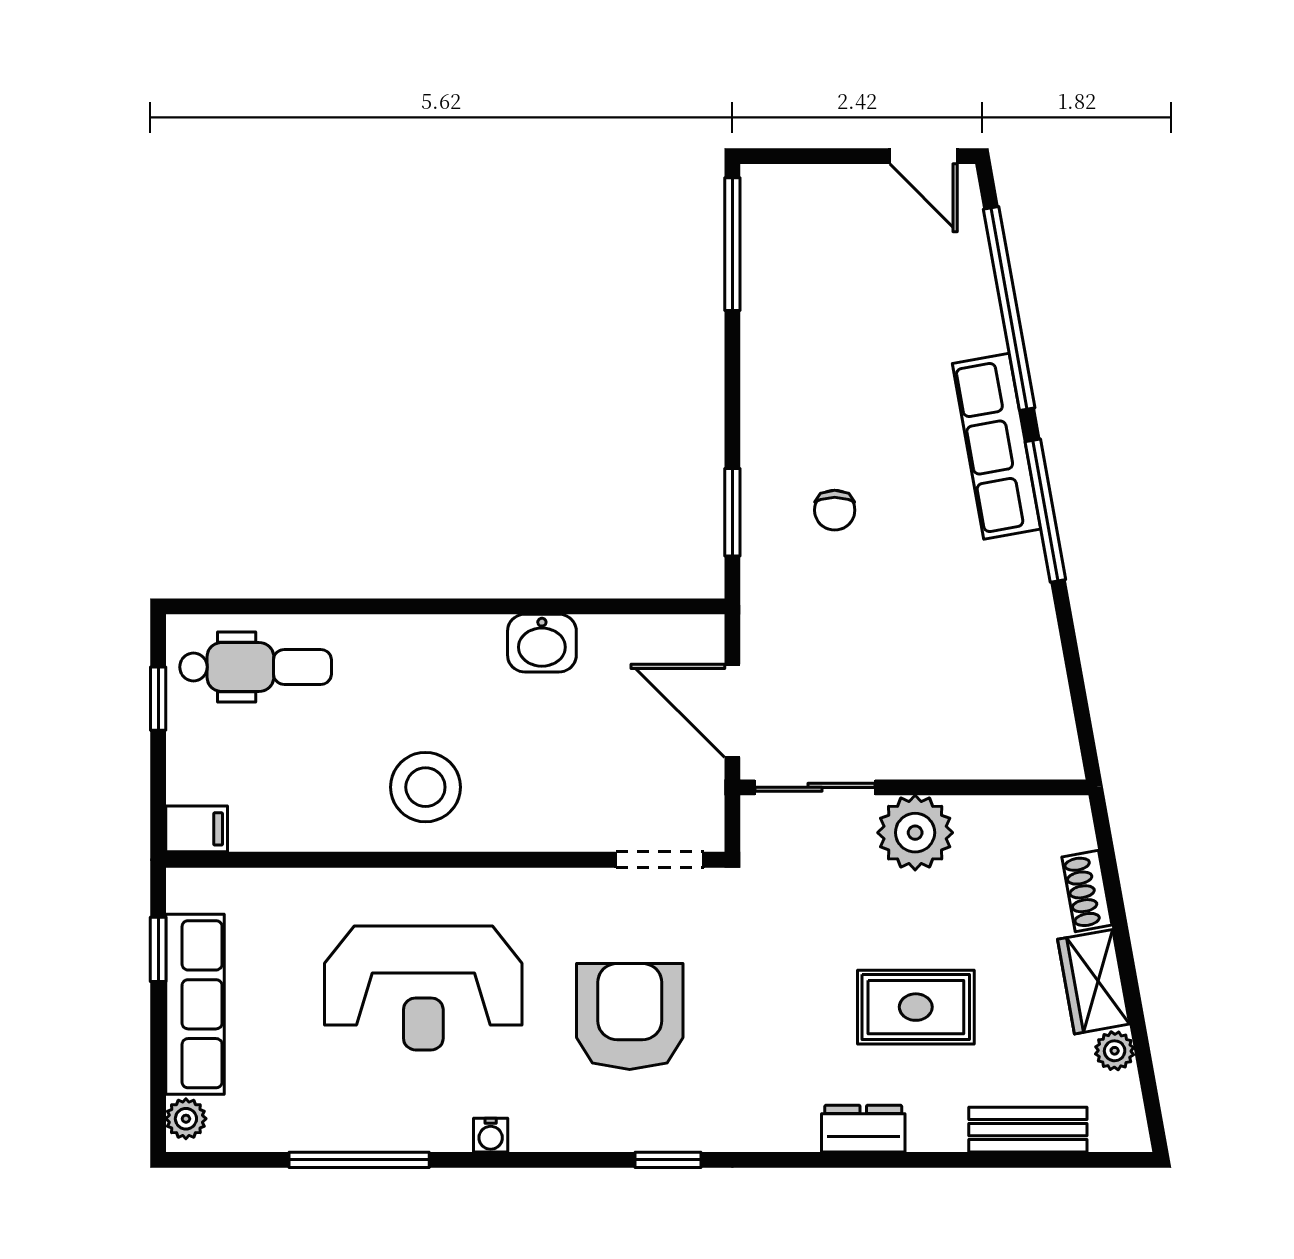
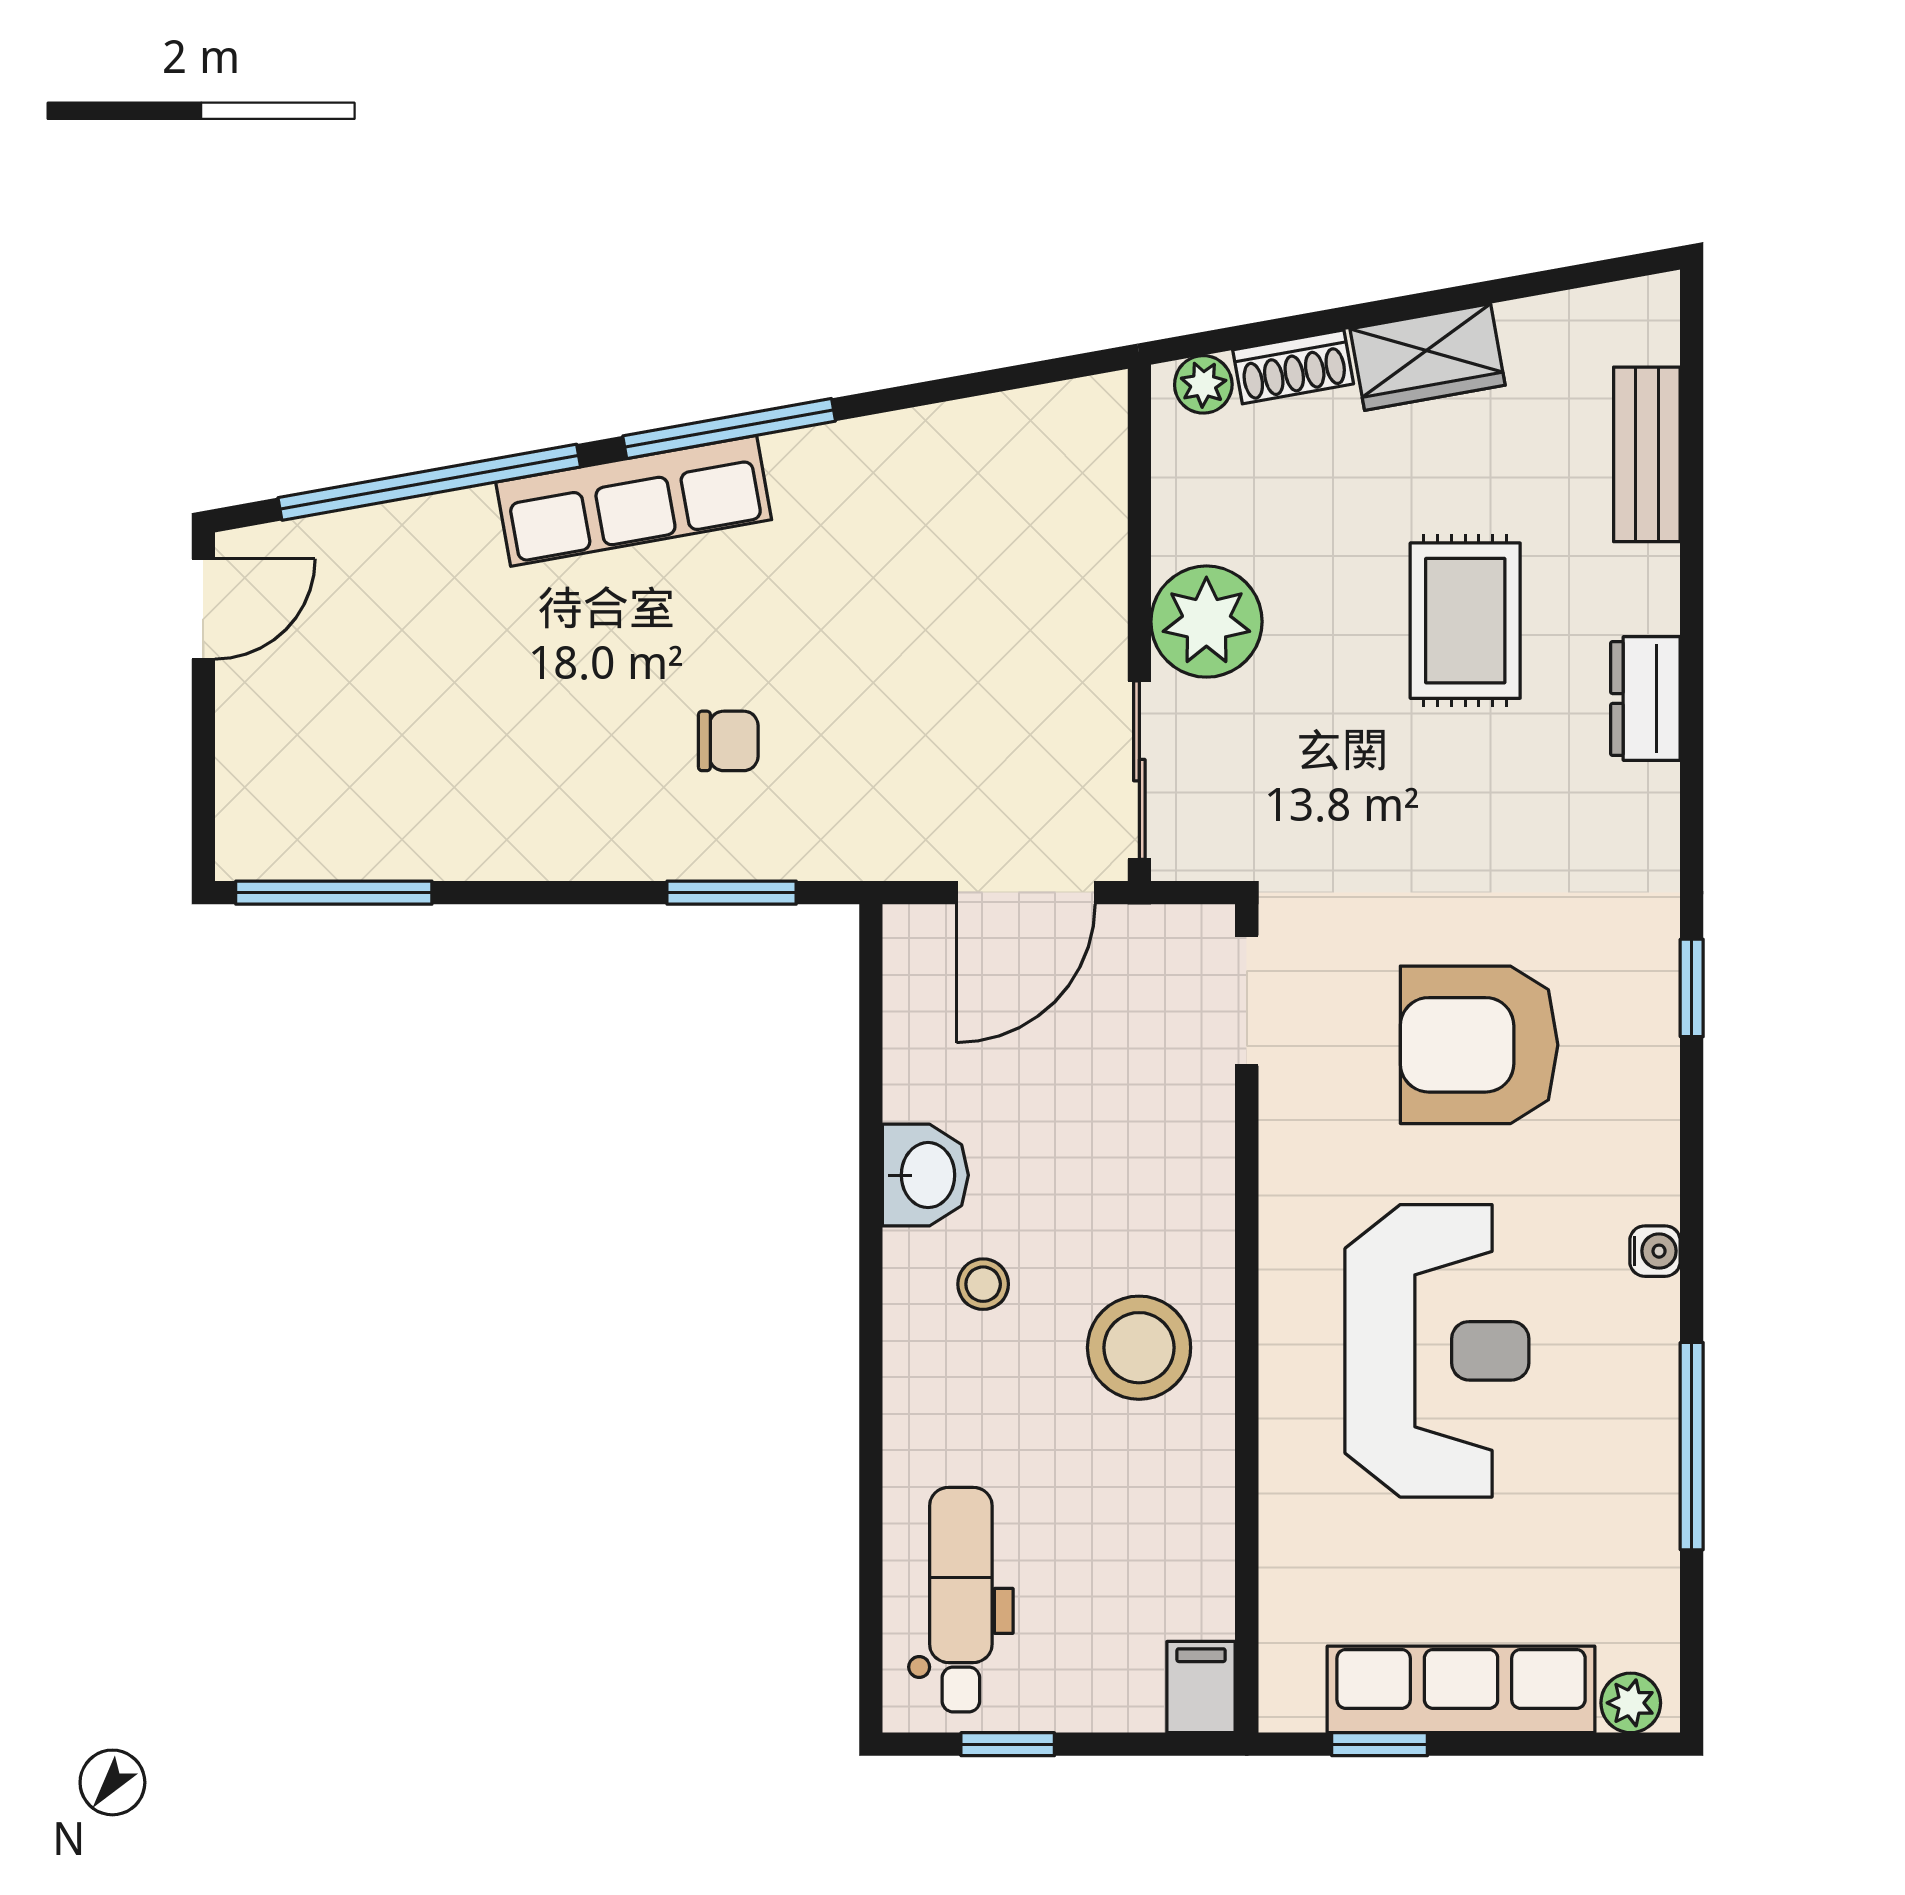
stool: (468, 682) -> (983, 1284), added
plant: (1115, 1051) -> (1203, 384), moved

